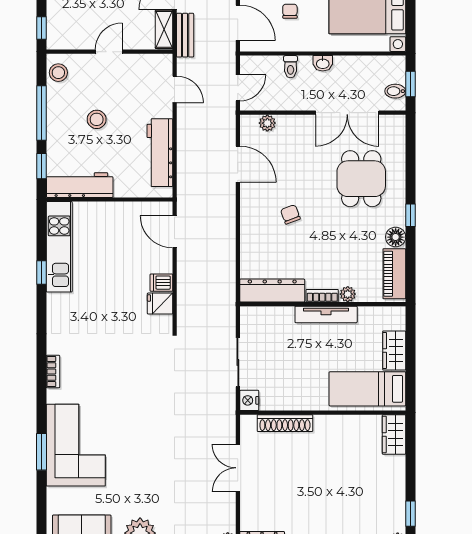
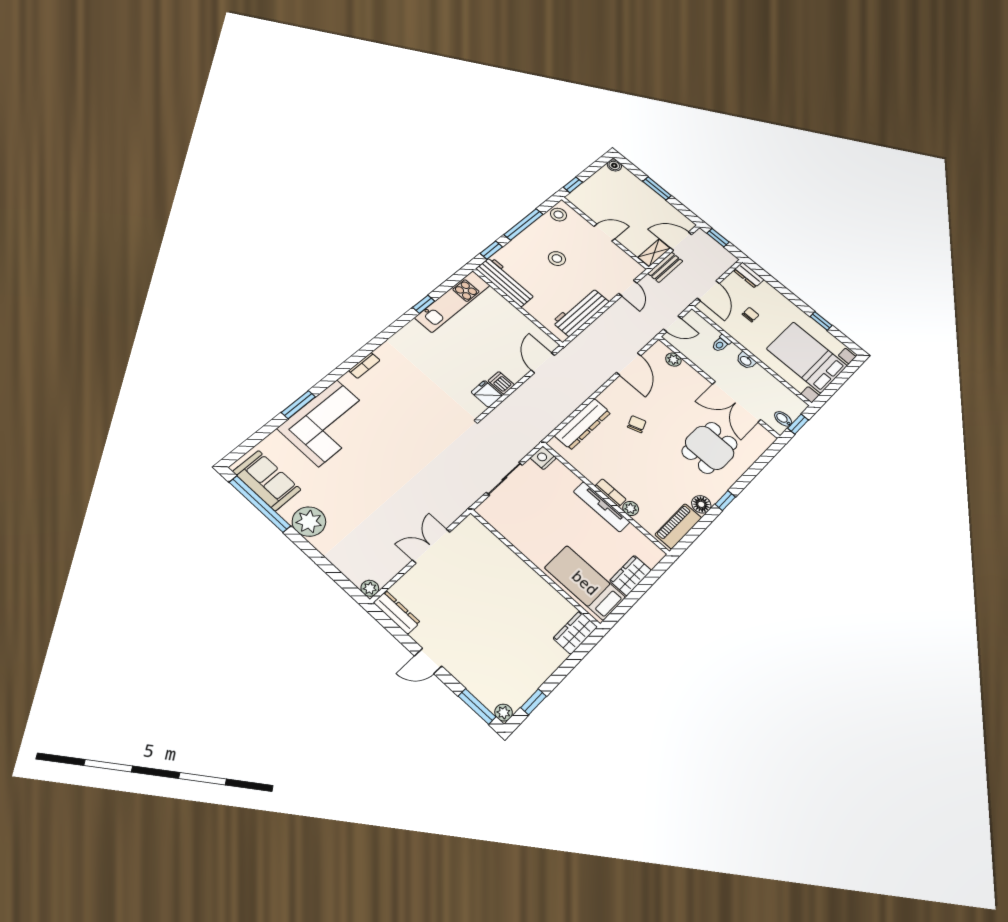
dresser: (272, 291) -> (583, 424), moved, turned 90
nightstand: (249, 400) -> (543, 458), moved
shoe rack: (285, 423) -> (499, 549), removed

